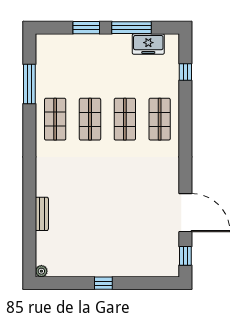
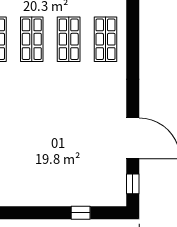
window: (103, 283) -> (81, 213), moved

